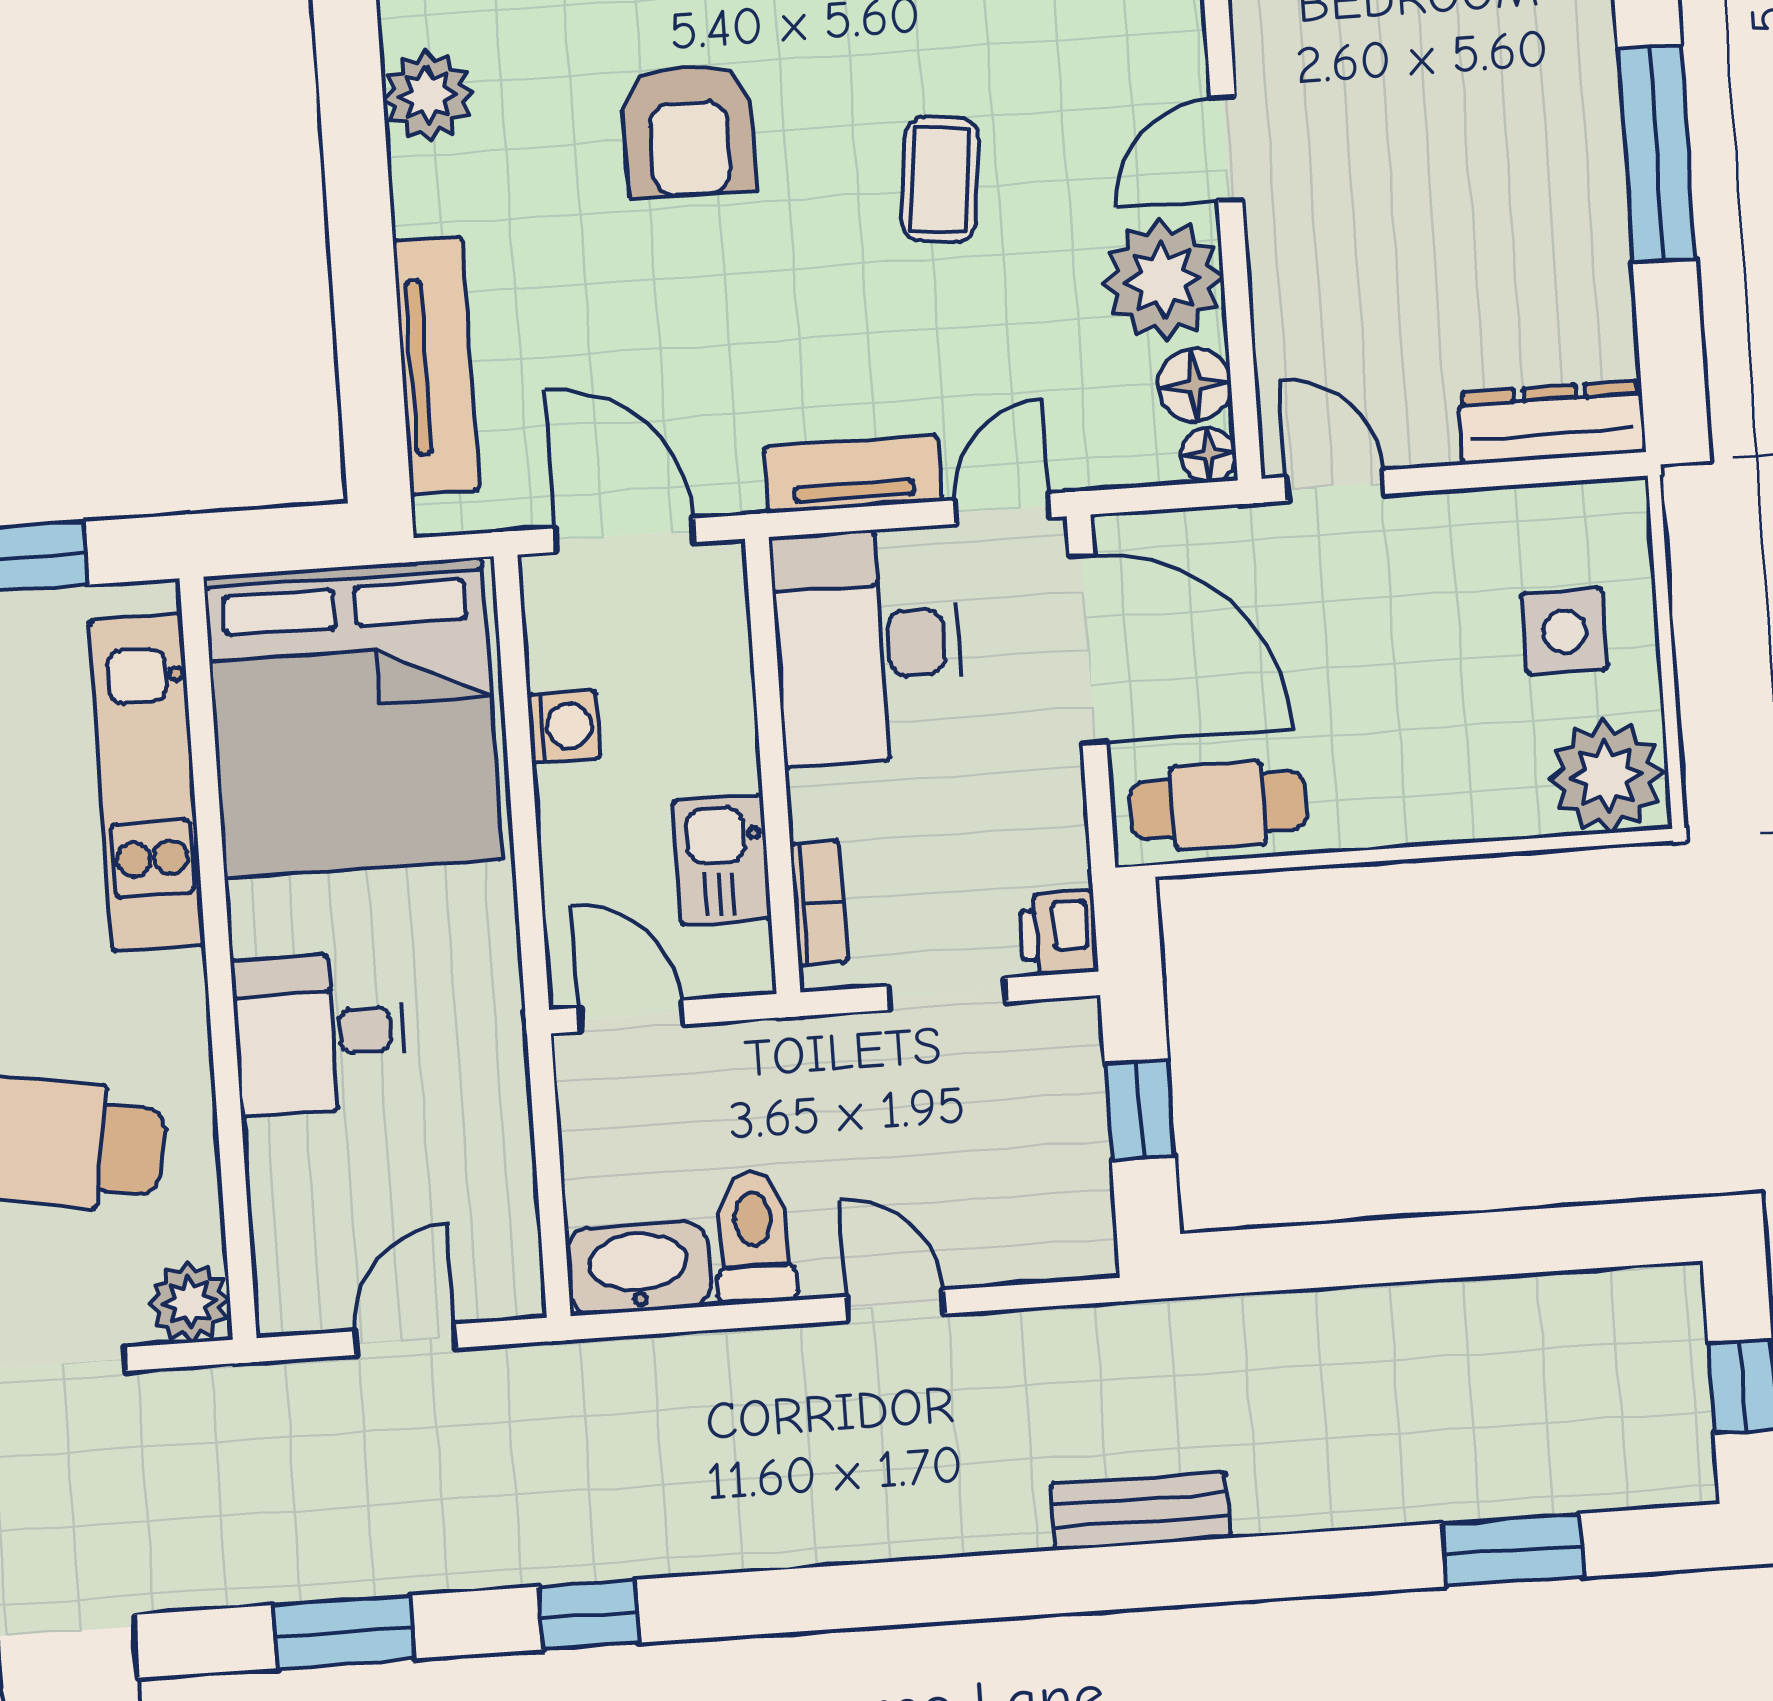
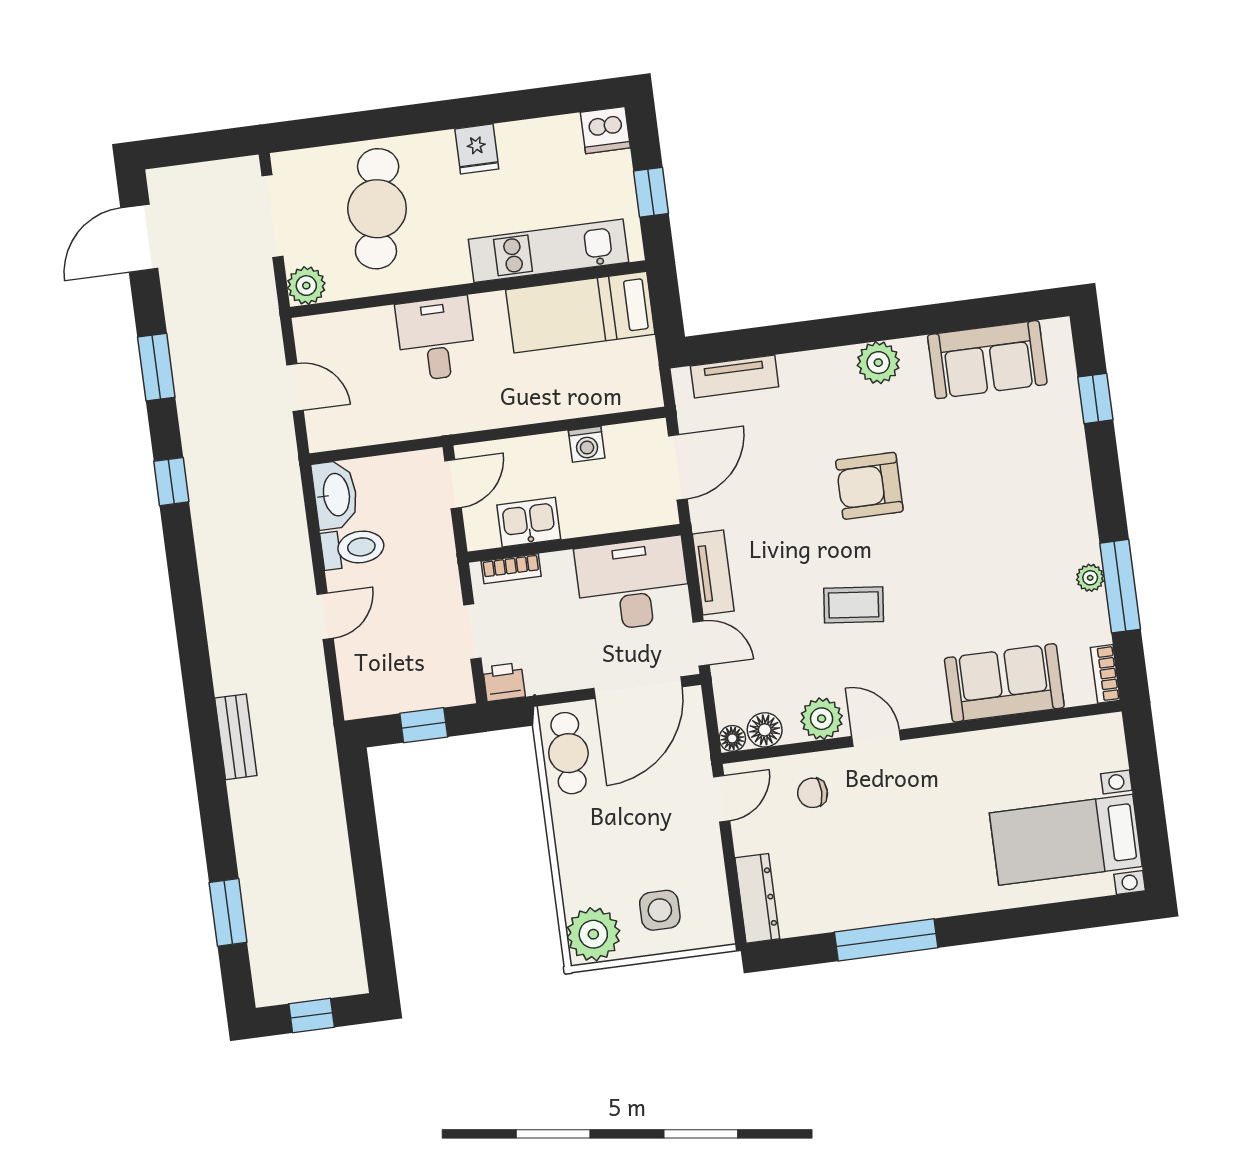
plant: (1163, 280) -> (822, 719), width x0.73, depth x0.73
chair: (1335, 291) -> (813, 793), added
tv unit: (436, 366) -> (735, 376), width x0.71
bed: (353, 718) -> (580, 312), width x0.49

